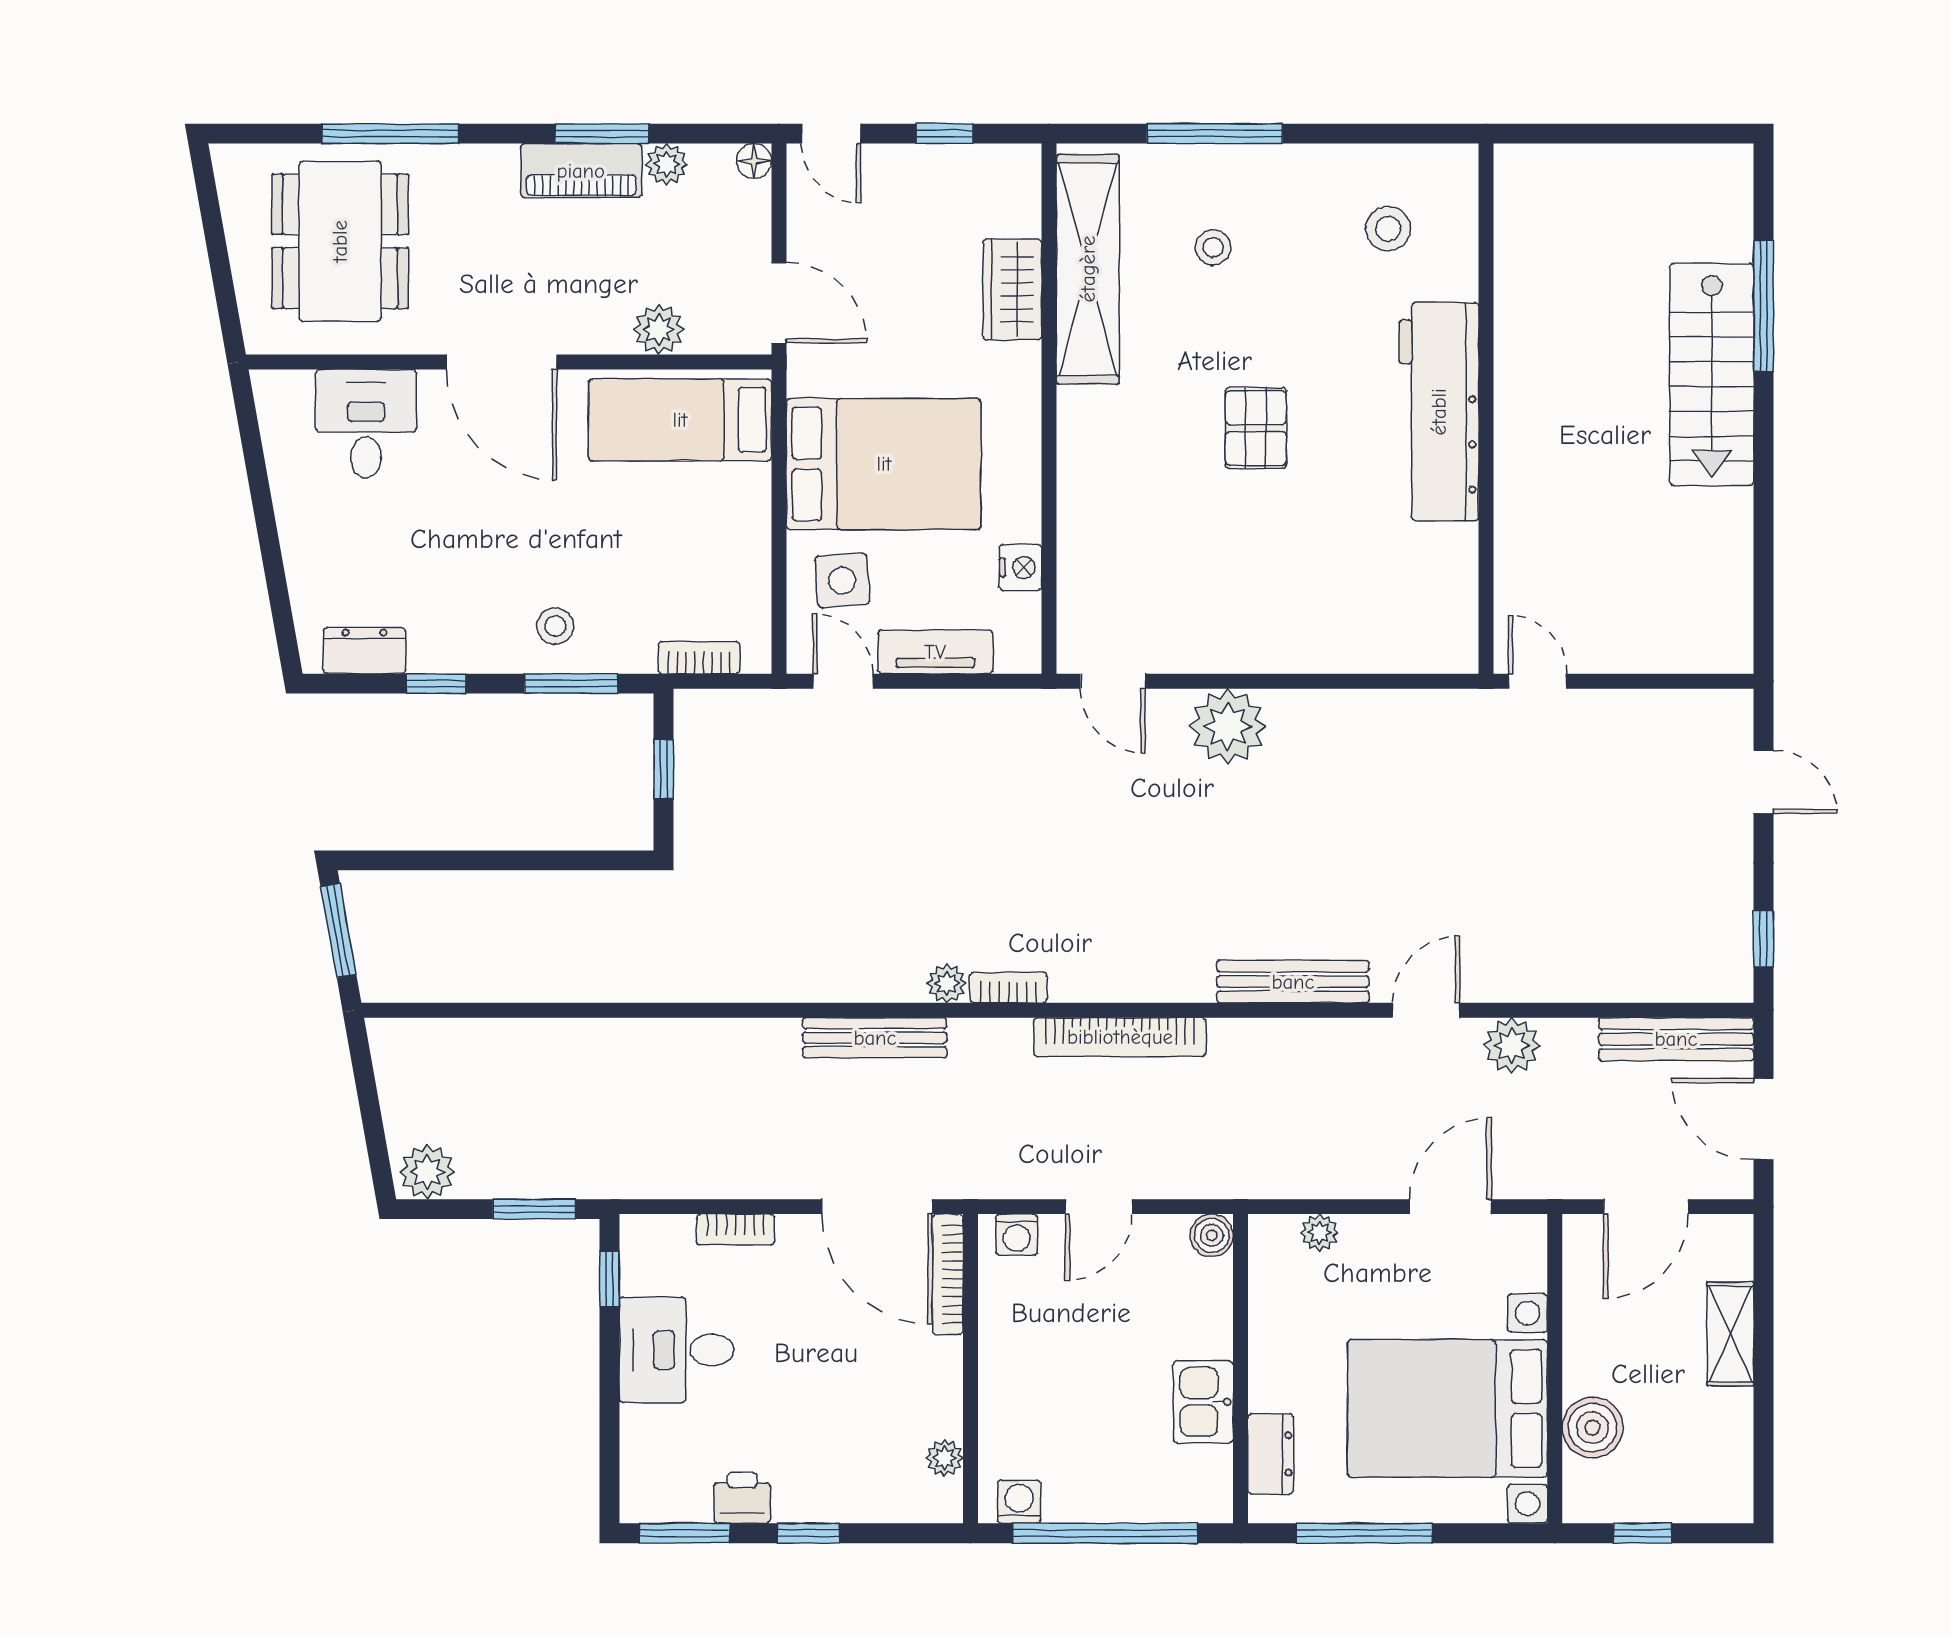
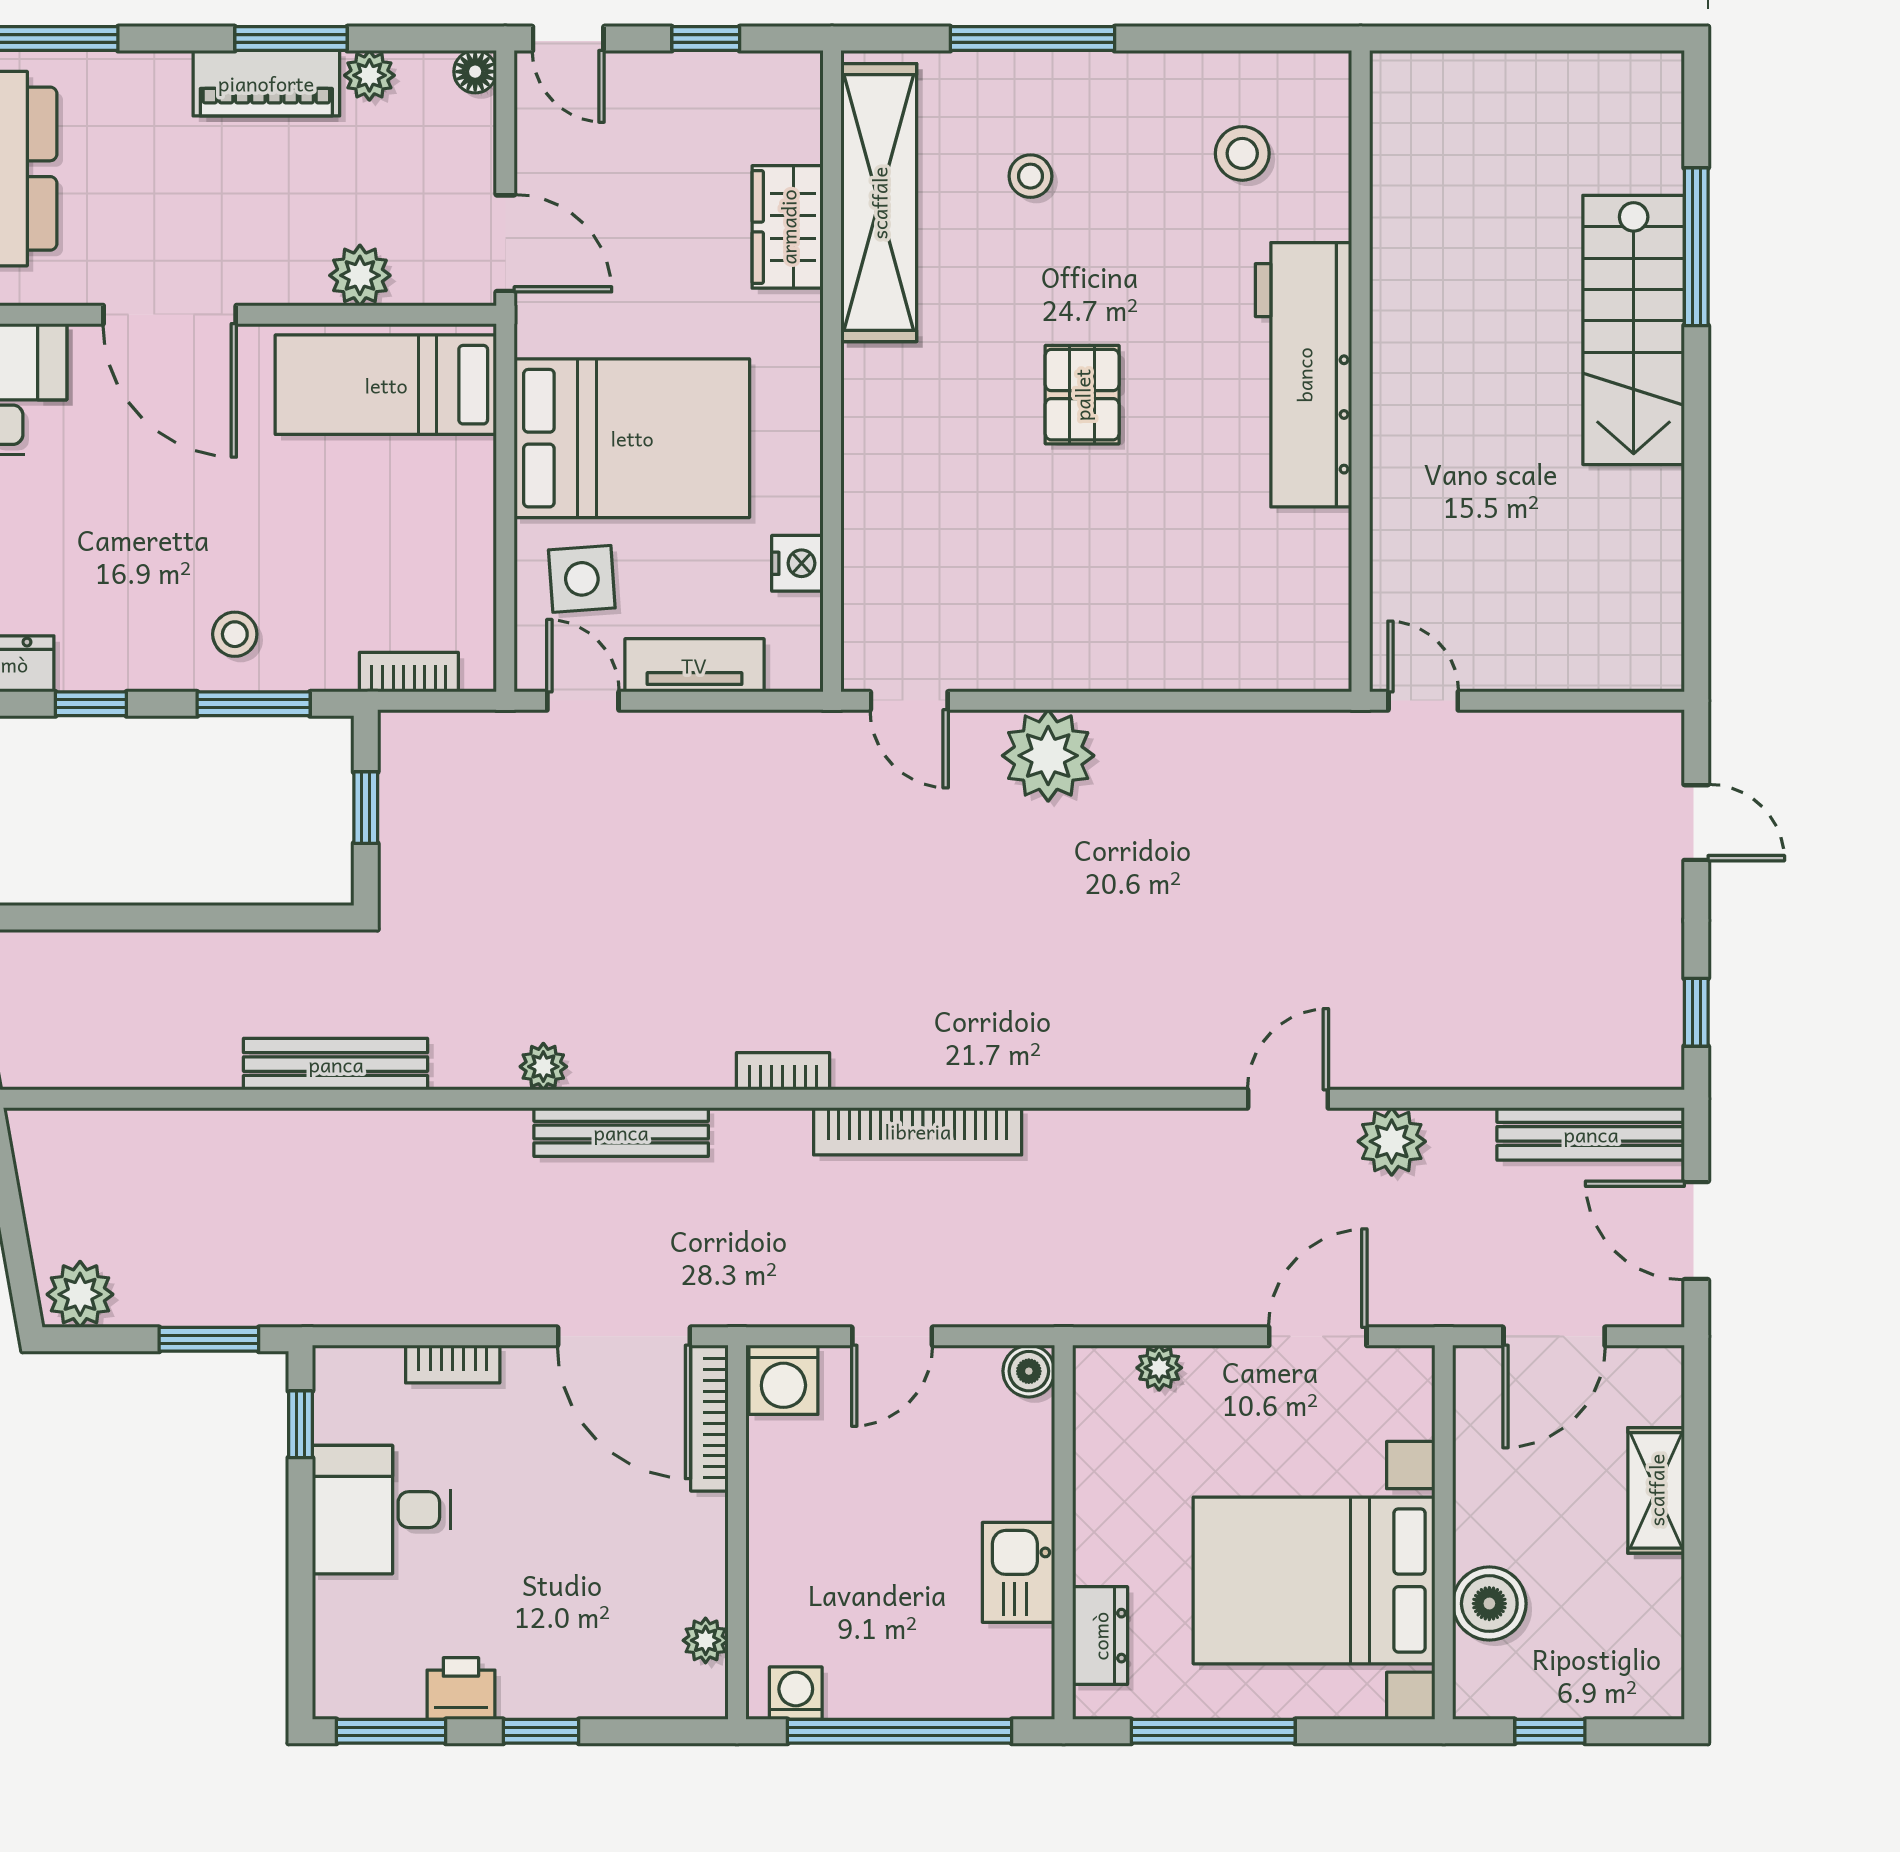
bench: (1293, 982) -> (336, 1064), moved
plant: (947, 984) -> (543, 1067), moved
washing machine: (1017, 1235) -> (783, 1380), width x1.38, depth x1.38

